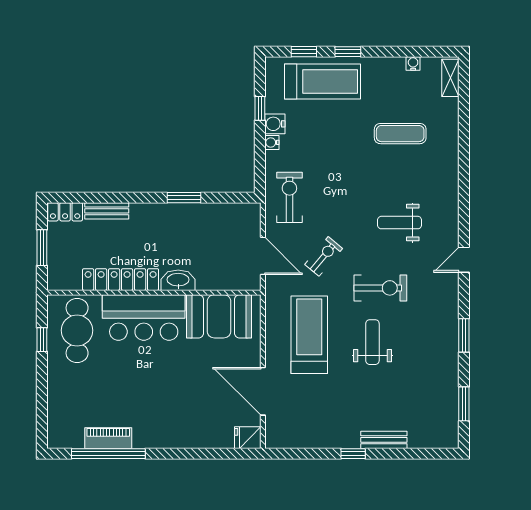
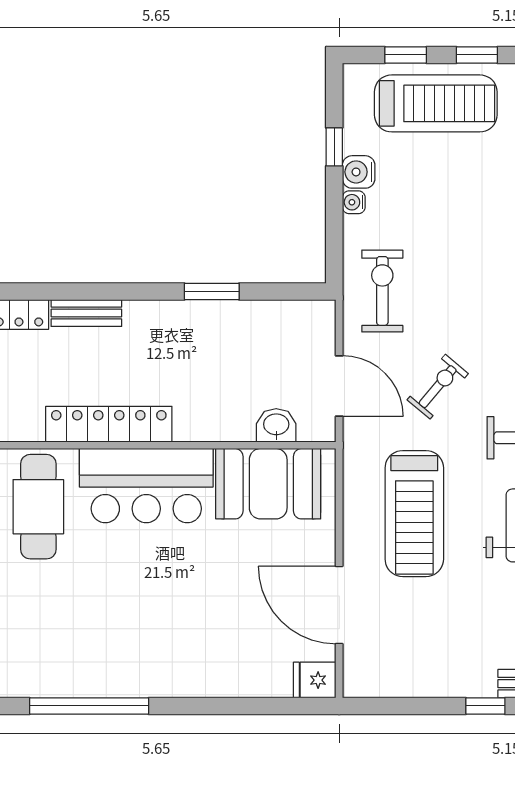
washbasin: (178, 280) -> (276, 425), moved, width x0.72
treadmill: (309, 335) -> (414, 514), turned 180
piano: (108, 438) -> (89, 681), removed

